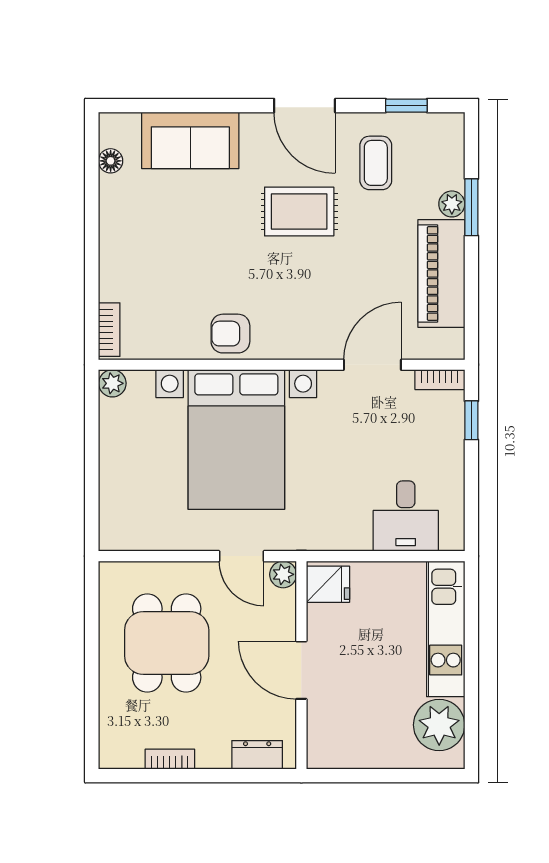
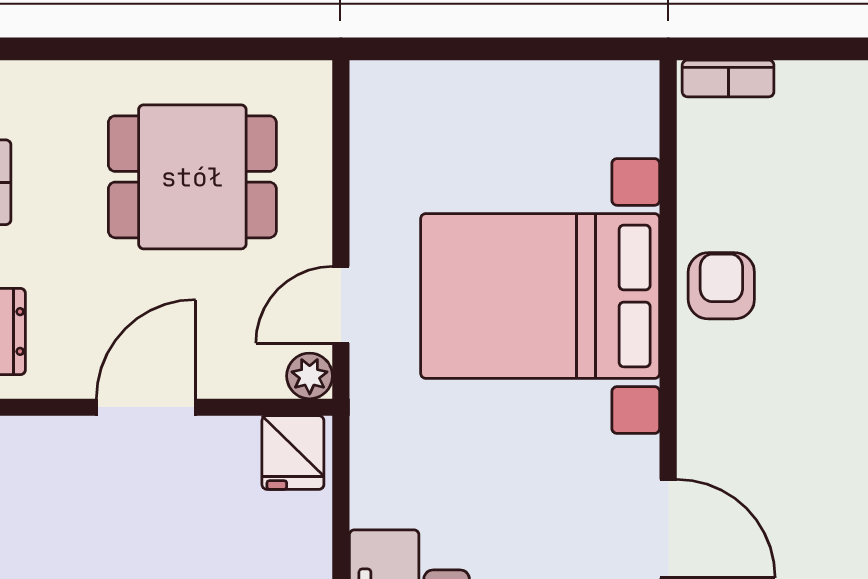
plant: (112, 383) -> (636, 84), removed

